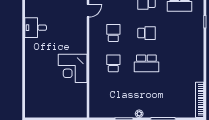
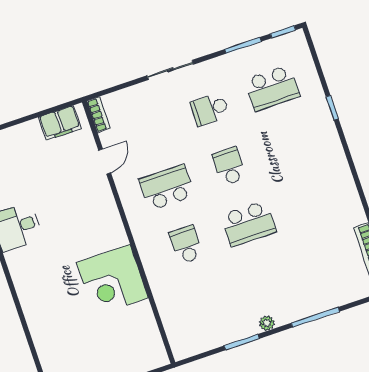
school desk: (113, 33) -> (167, 187), width x1.85
school desk: (146, 33) -> (229, 166), turned -90

